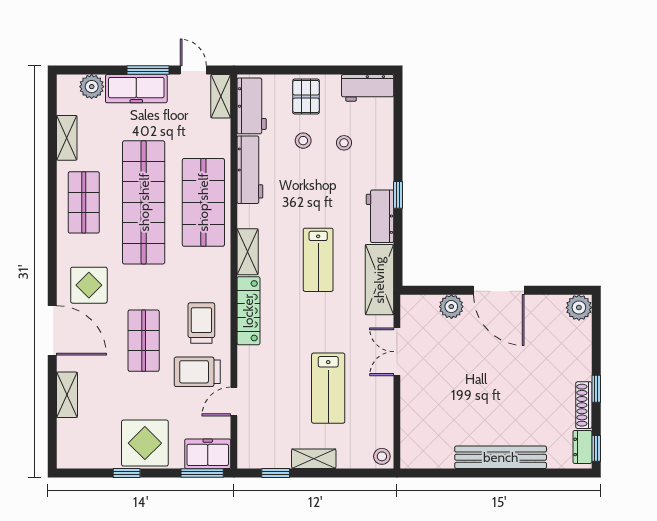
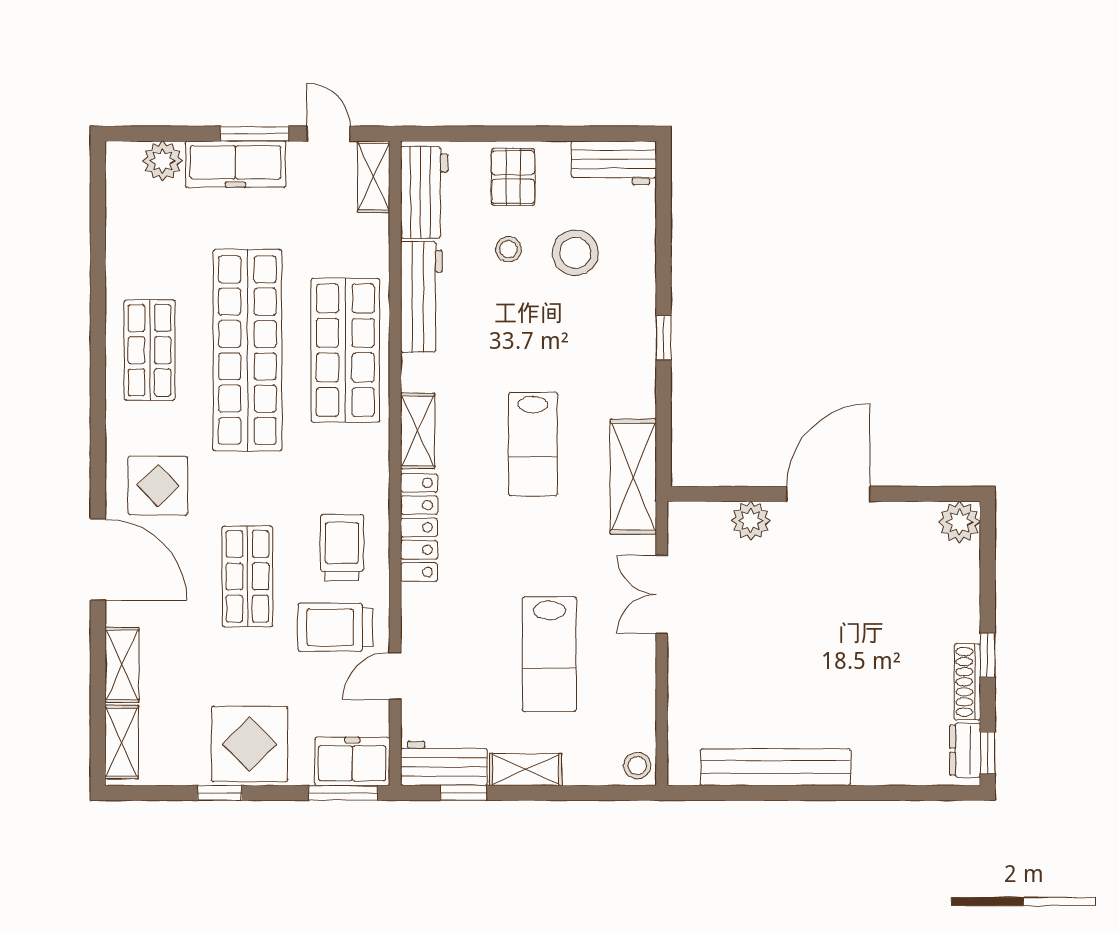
shelving: (67, 138) -> (122, 742), moved
stool: (344, 143) -> (575, 253), width x1.89, depth x1.89
workbench: (380, 216) -> (444, 763), moved, turned 90
door: (499, 290) -> (828, 494), swing flipped
bench: (501, 457) -> (775, 767), moved

